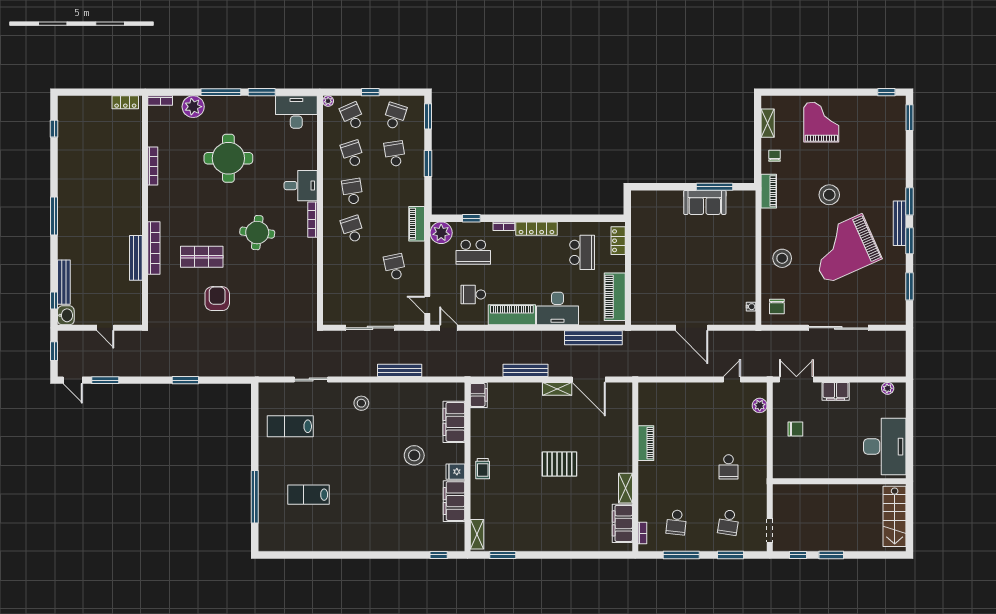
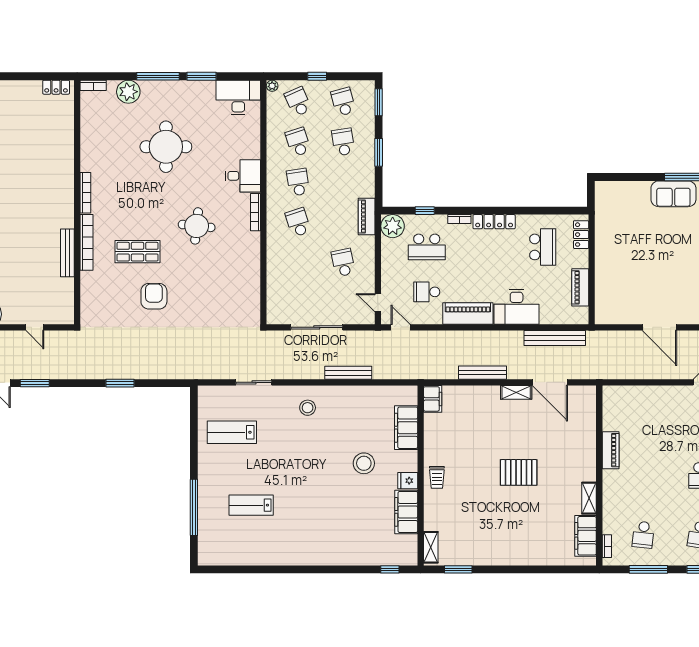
school desk: (395, 116) -> (343, 102), turned -33
bookcase: (153, 166) -> (85, 193), moved
piano: (615, 297) -> (580, 287), width x0.73, depth x0.75

